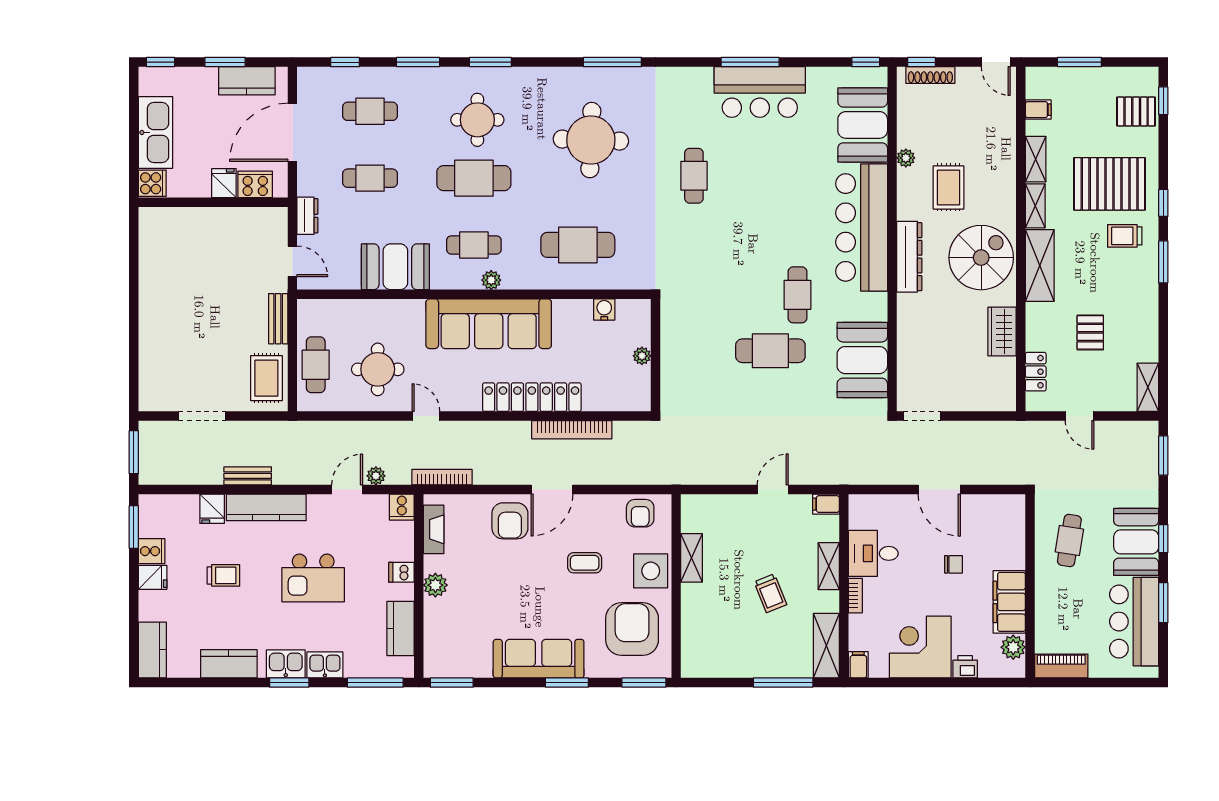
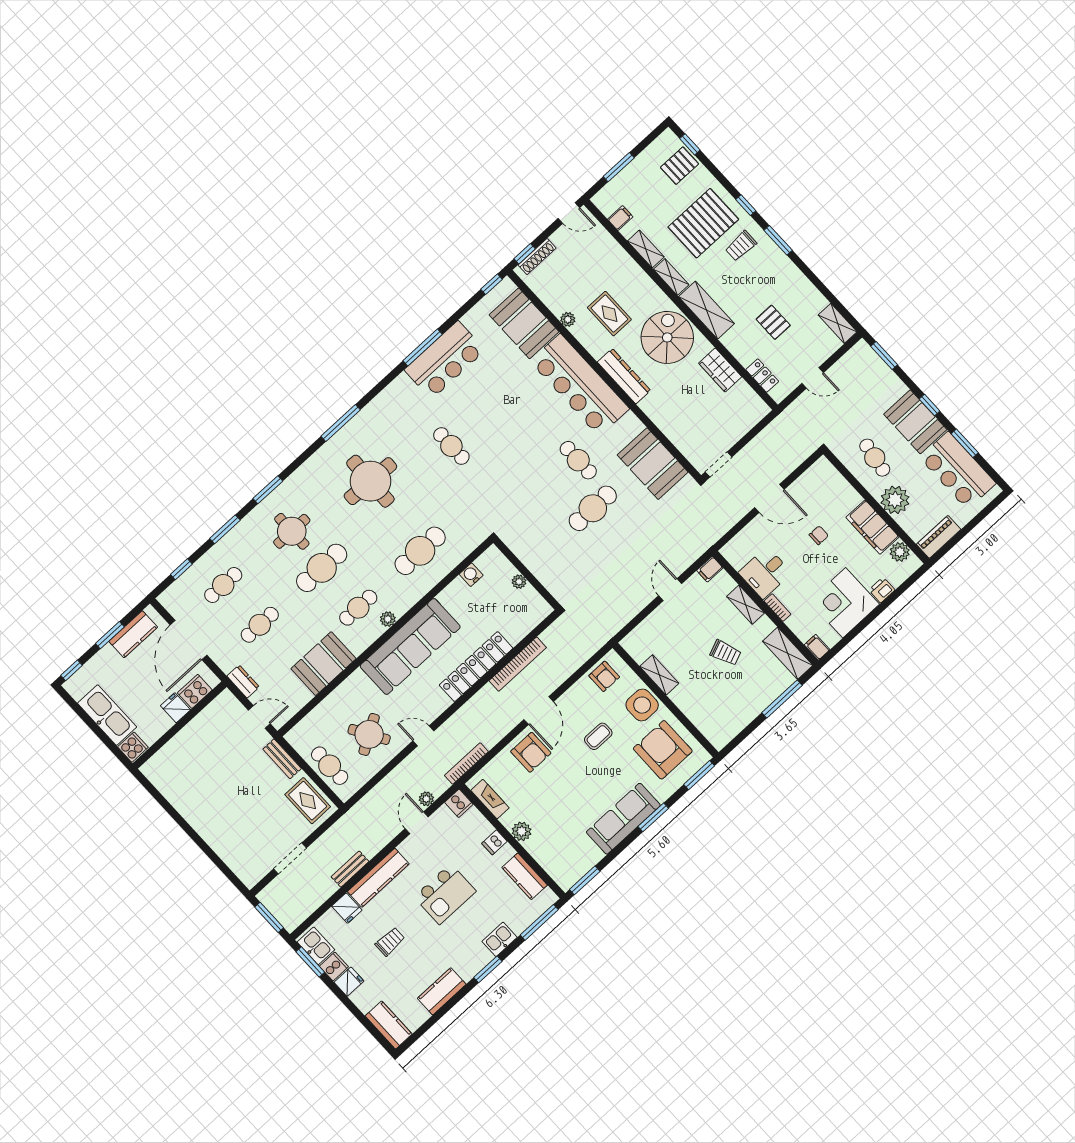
round table: (378, 369) -> (369, 734), turned -31
plant: (1052, 596) -> (895, 500), added
kitchen sink: (286, 664) -> (316, 946), moved, turned 90

